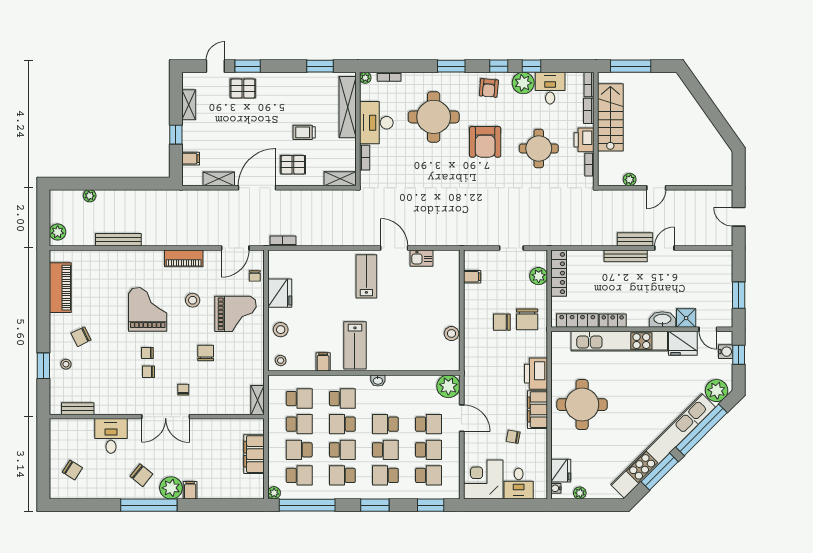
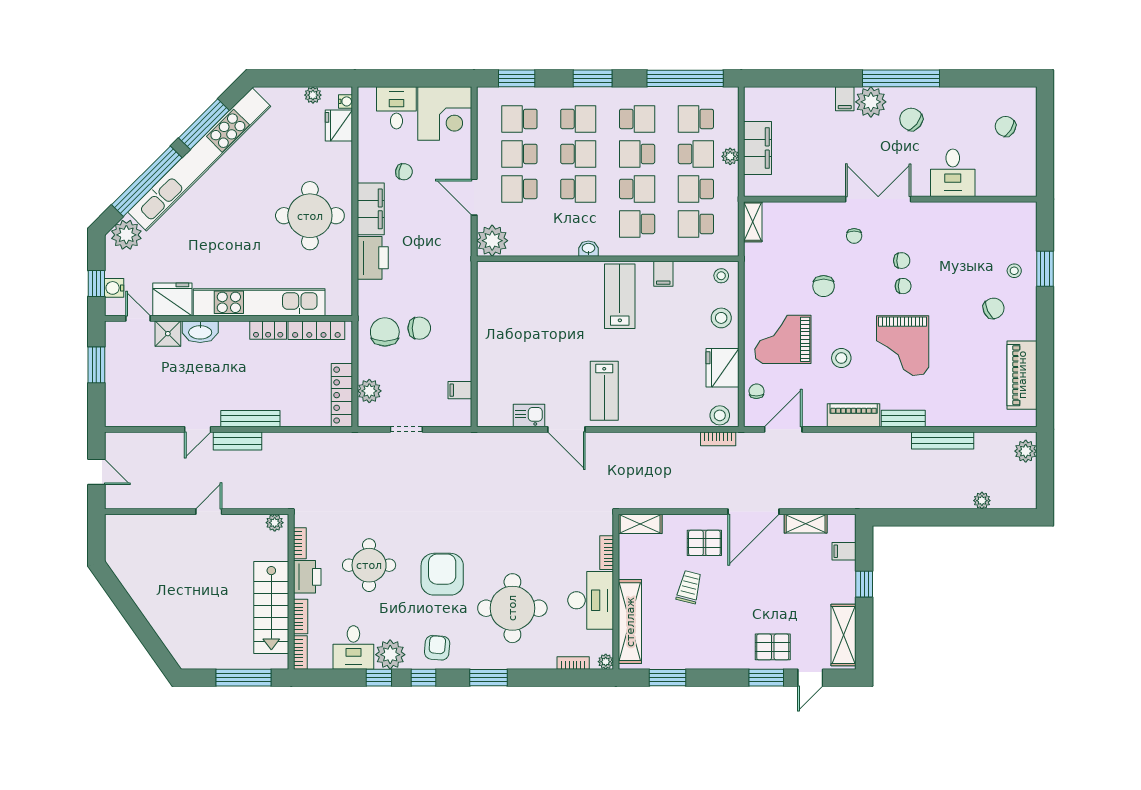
shelving: (189, 105) -> (844, 635), width x1.50, depth x1.33
trolley: (304, 132) -> (689, 587), turned -76
plant: (630, 180) -> (275, 523), moved
stool: (451, 334) -> (720, 415), moved
bench: (78, 409) -> (903, 419), moved
school desk: (385, 450) -> (578, 154), turned 180
plant: (274, 493) -> (730, 156), moved

